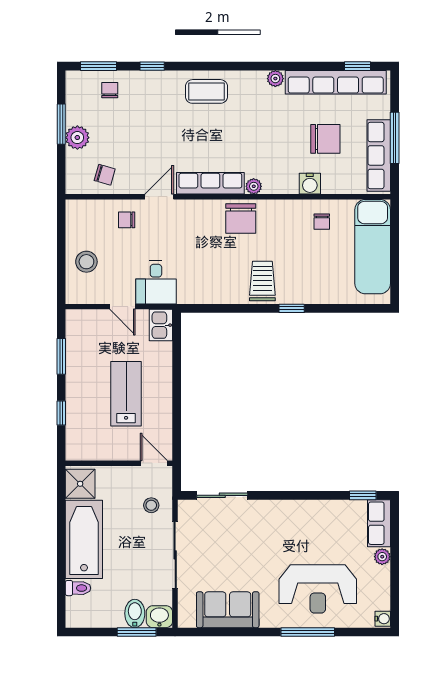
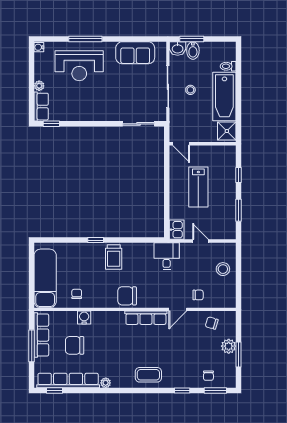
plant: (254, 186) -> (119, 316), removed
chair: (241, 218) -> (127, 296), turned -90
desk: (156, 282) -> (167, 256), moved
stool: (151, 505) -> (190, 90), moved
reception desk: (318, 589) -> (79, 66), turned 180

